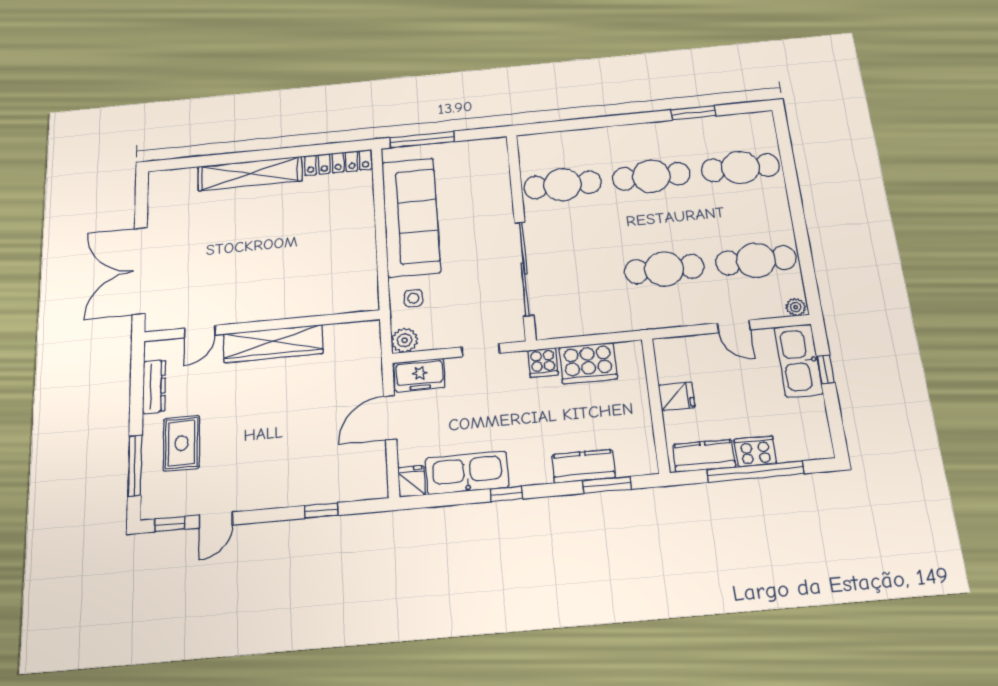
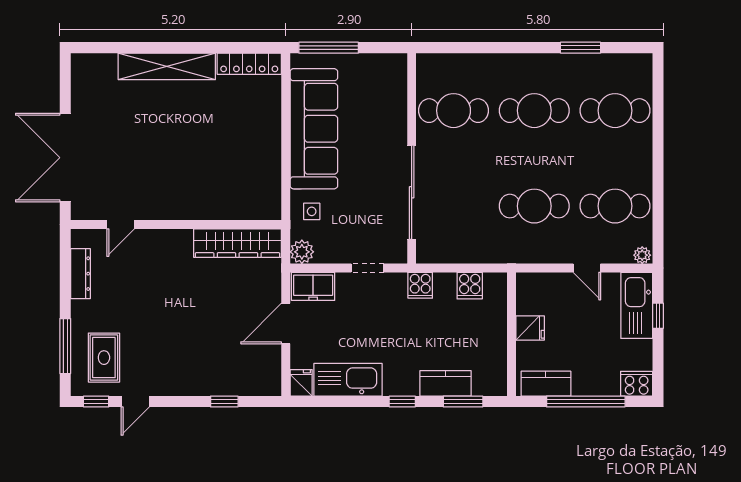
wardrobe: (273, 344) -> (237, 243), moved
cooker: (588, 363) -> (470, 286), width x0.53, depth x0.76
rug: (182, 443) -> (104, 358), moved
cooker: (755, 451) -> (637, 384), moved
window: (506, 494) -> (402, 401), moved

